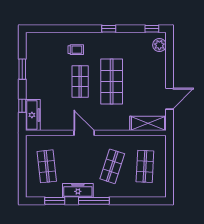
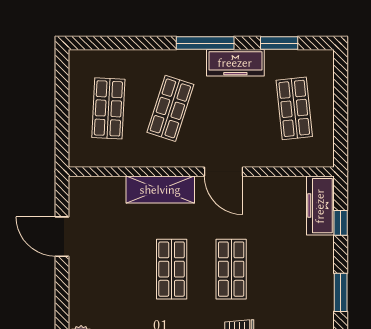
shop shelf: (112, 81) -> (172, 269), width x0.70, depth x0.74
door: (169, 99) -> (62, 237), hinge flipped
shelving: (148, 123) -> (160, 190), moved

